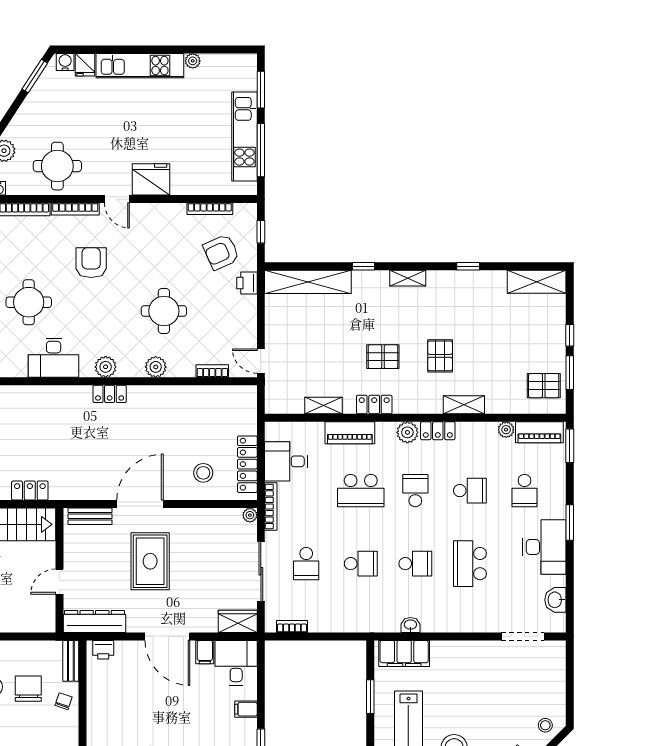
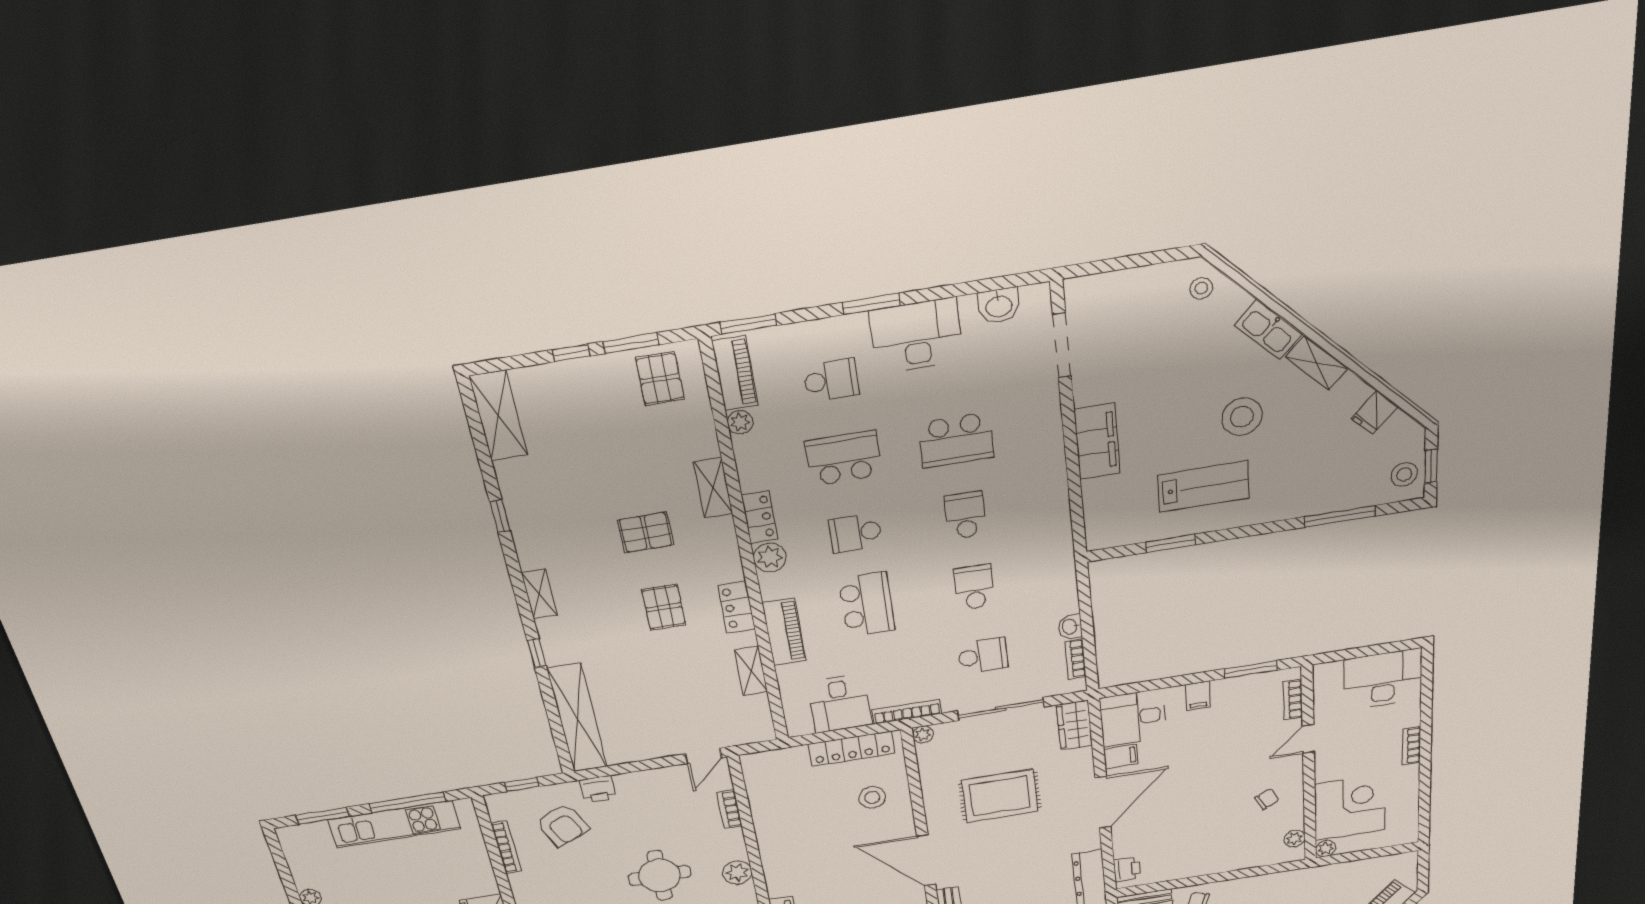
school desk: (470, 491) -> (844, 458), width x1.85
rug: (150, 561) -> (1000, 796), moved
washbasin: (410, 625) -> (1070, 627), moved
filing cabinet: (404, 653) -> (1097, 441), moved

